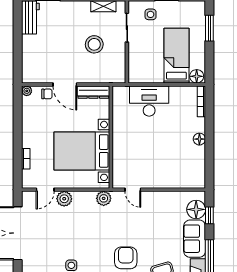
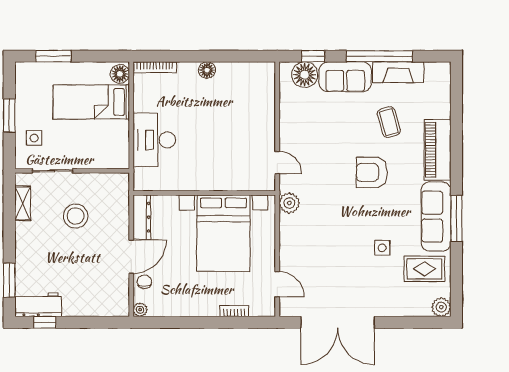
window: (18, 22) -> (45, 322), added
door: (133, 190) -> (277, 162), hinge flipped
plant: (64, 199) -> (290, 258), removed

